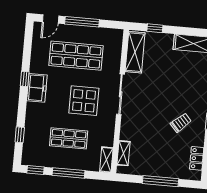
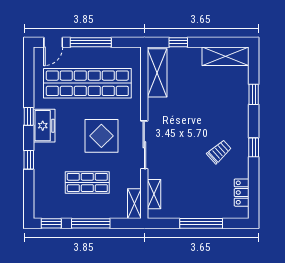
shop shelf: (76, 56) -> (87, 83), width x1.40
sliding door: (121, 94) -> (144, 145), moved
window: (20, 135) -> (29, 160), moved

